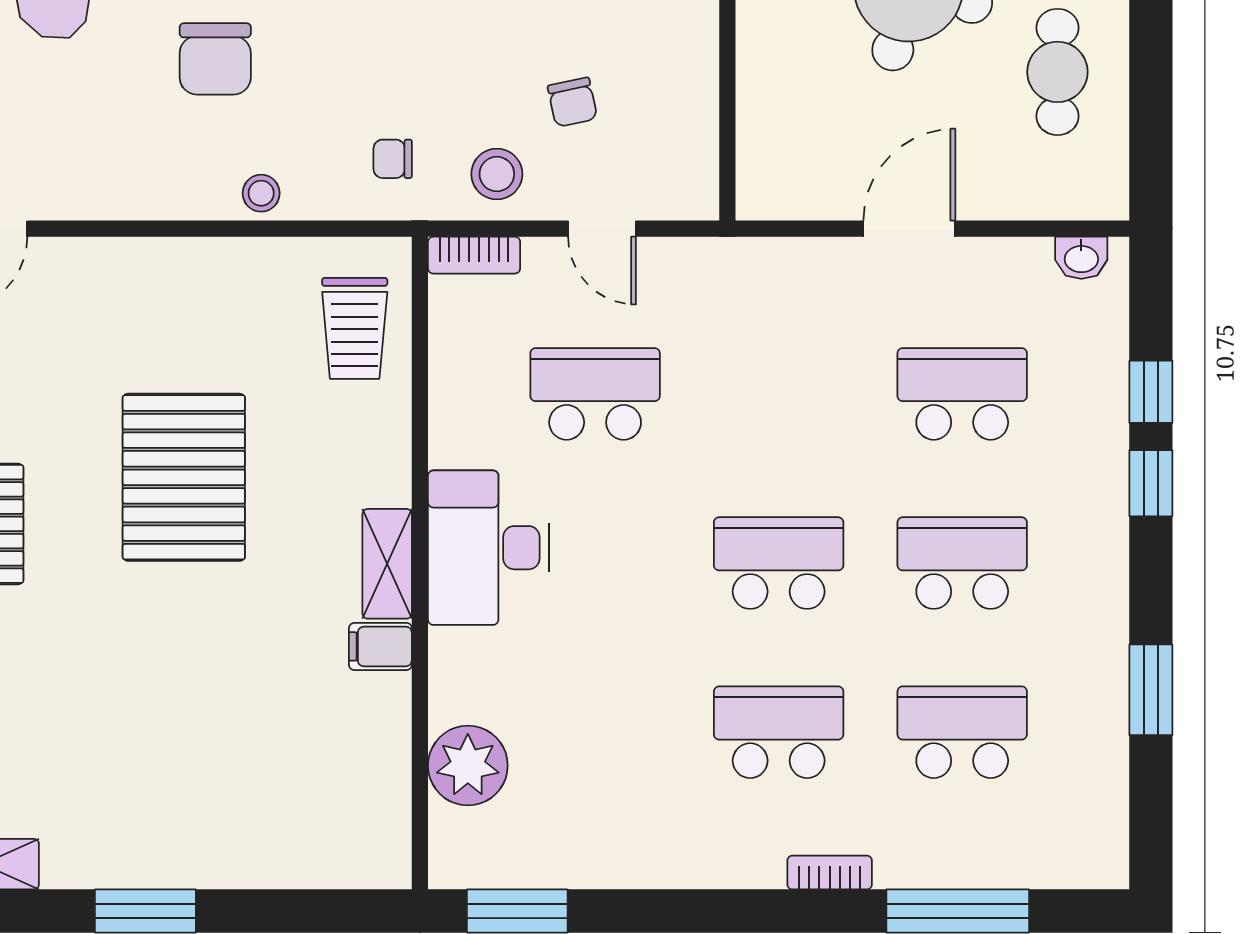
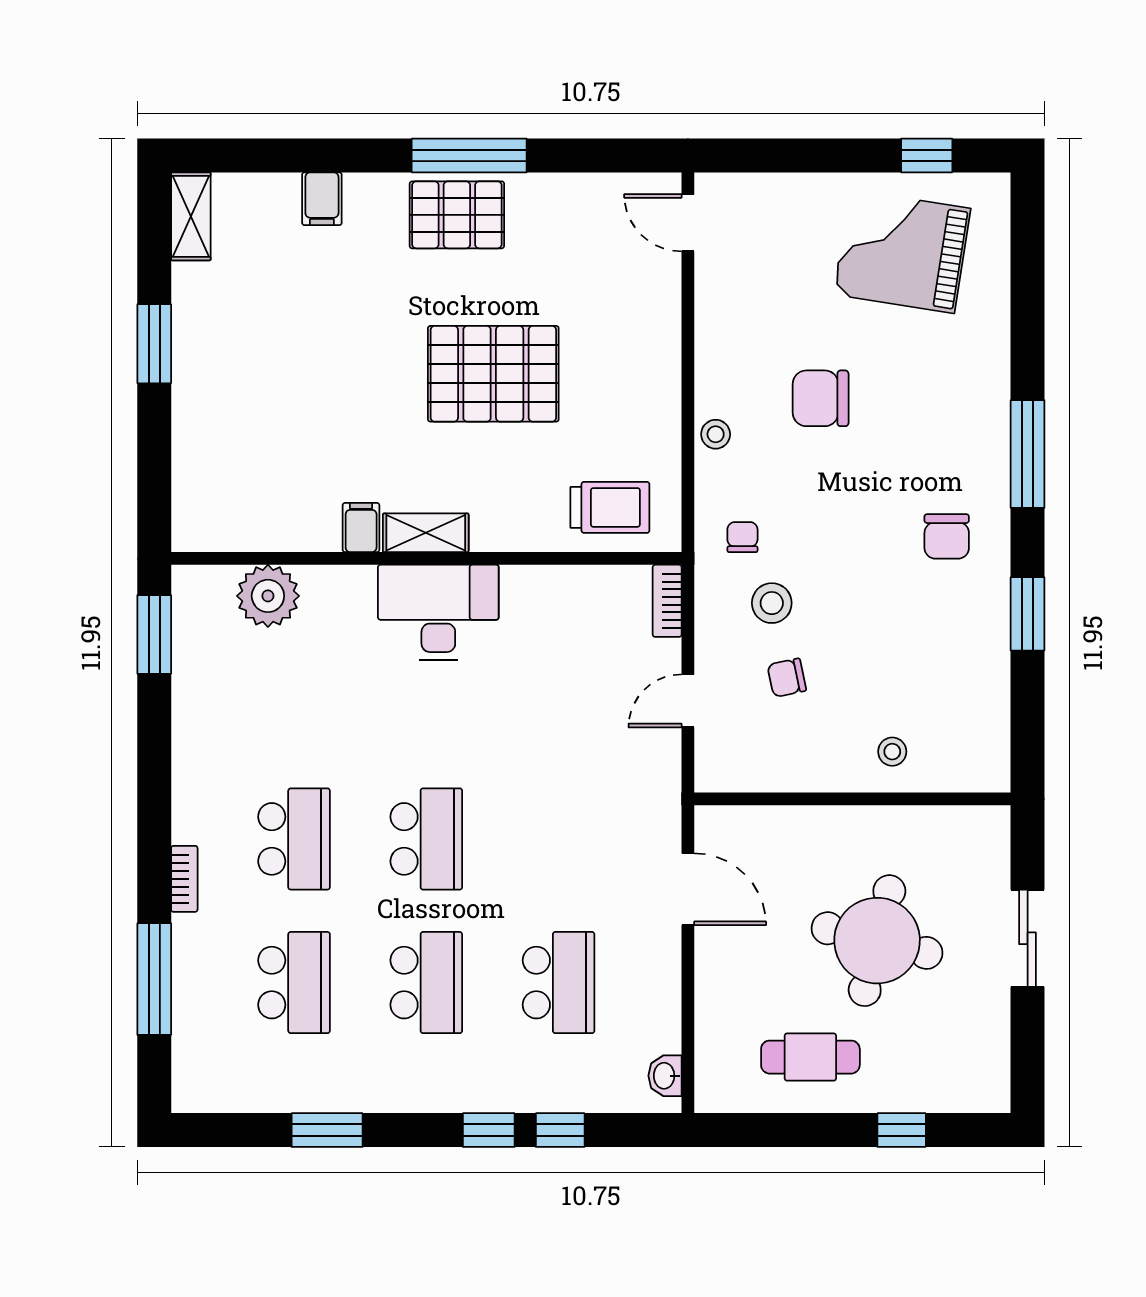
stool: (497, 174) -> (772, 603), moved
door: (909, 229) -> (688, 889), moved
trolley: (355, 328) -> (610, 507), turned 180
school desk: (595, 394) -> (559, 695), removed

